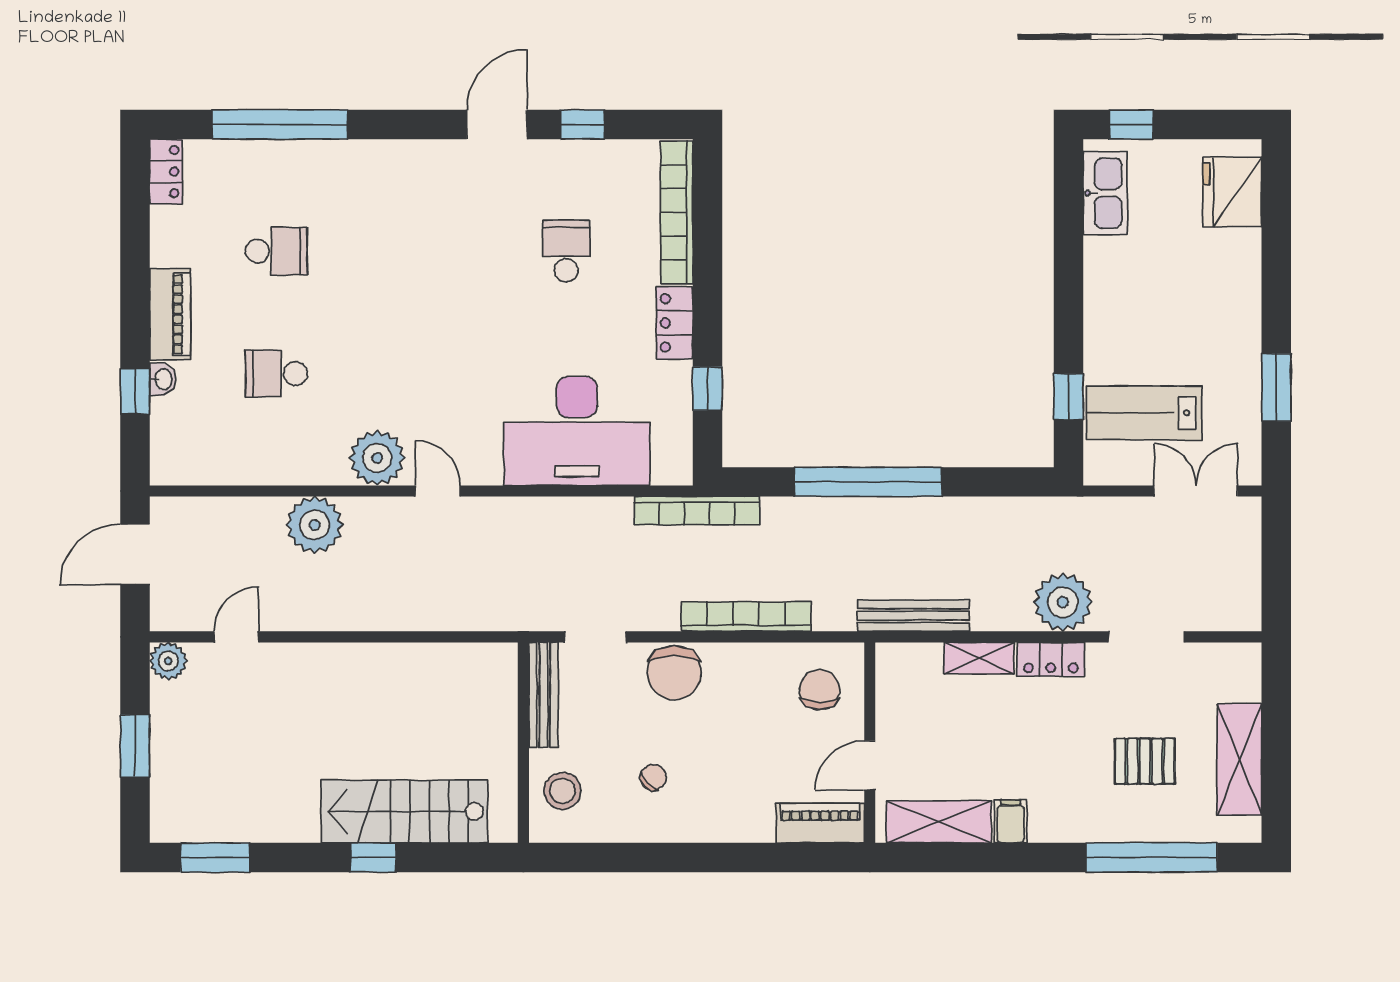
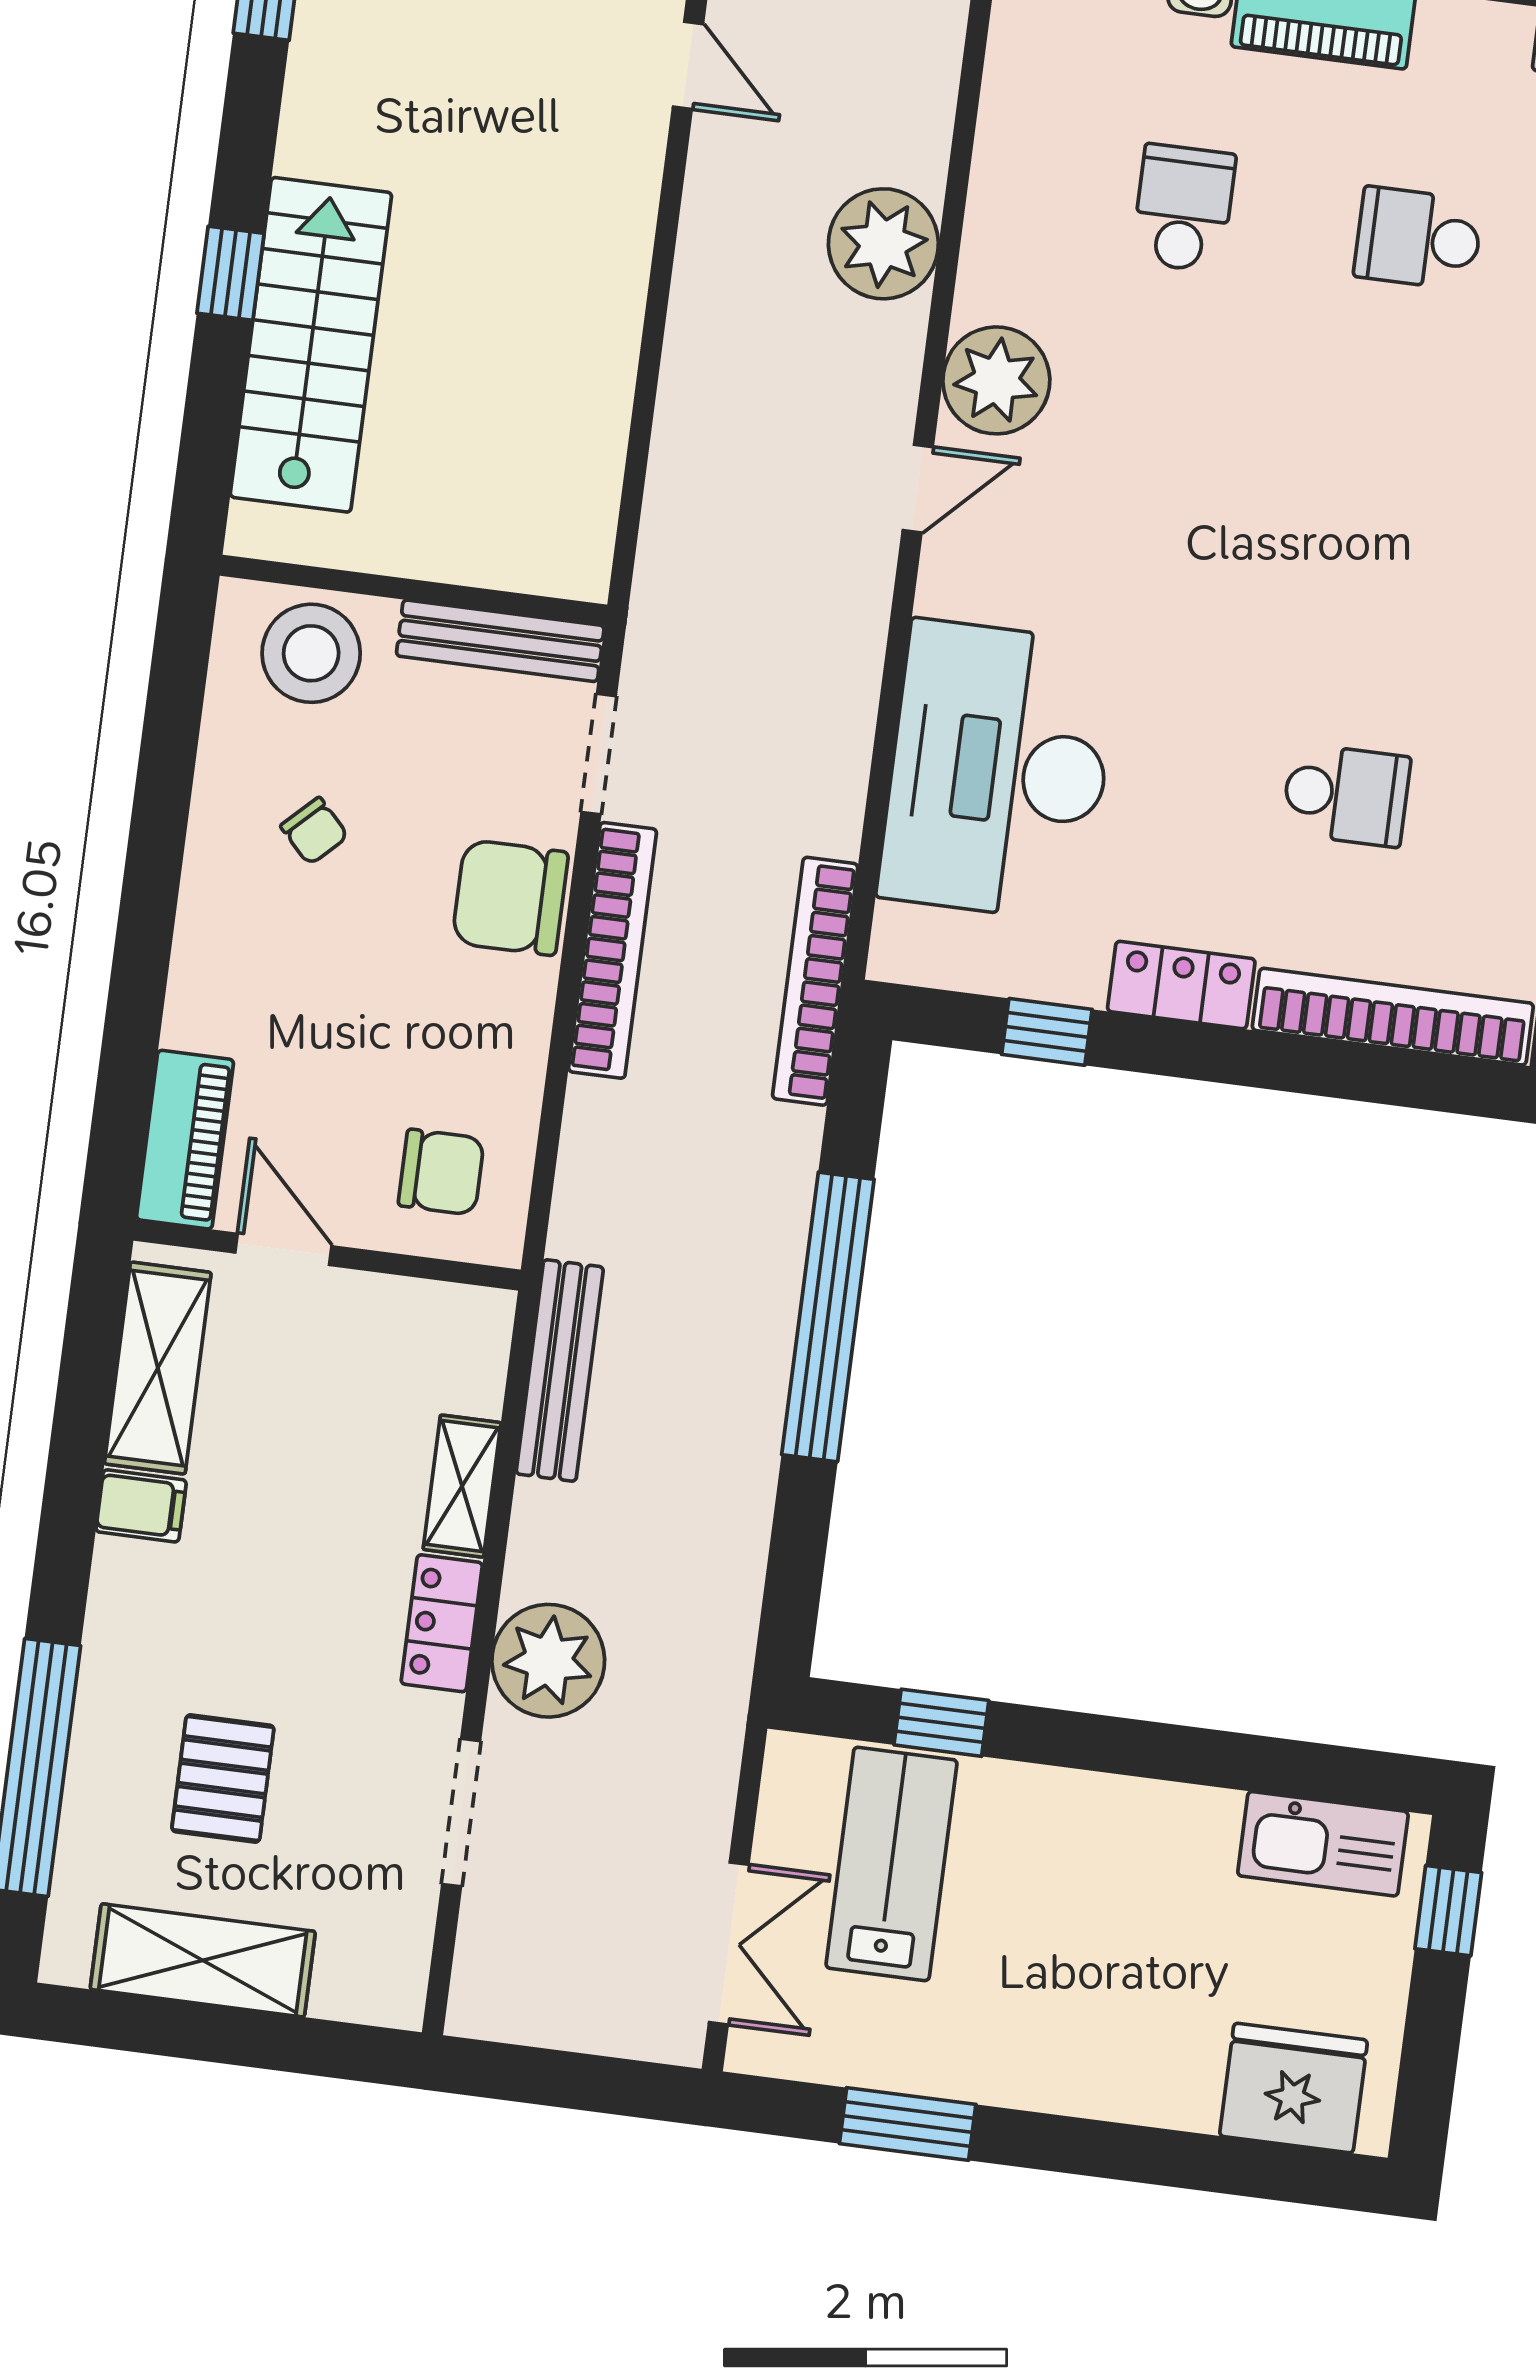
school desk: (276, 251) -> (1418, 239), turned 90
bookcase: (746, 617) -> (613, 950), moved
stool: (562, 791) -> (311, 653), width x1.38, depth x1.38

